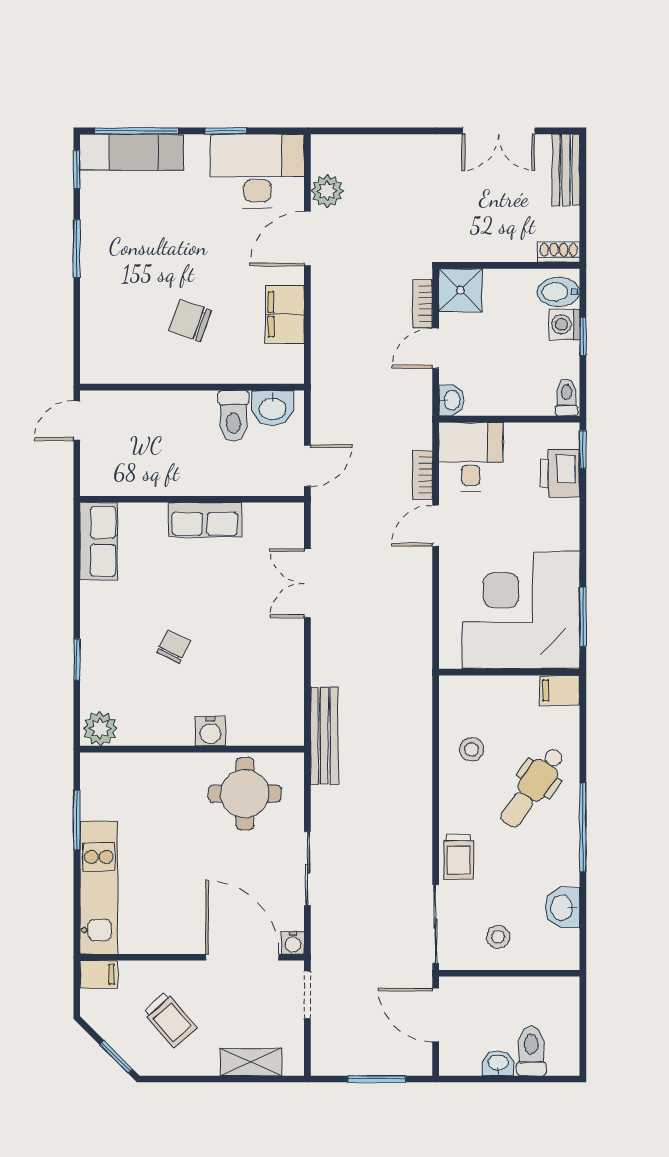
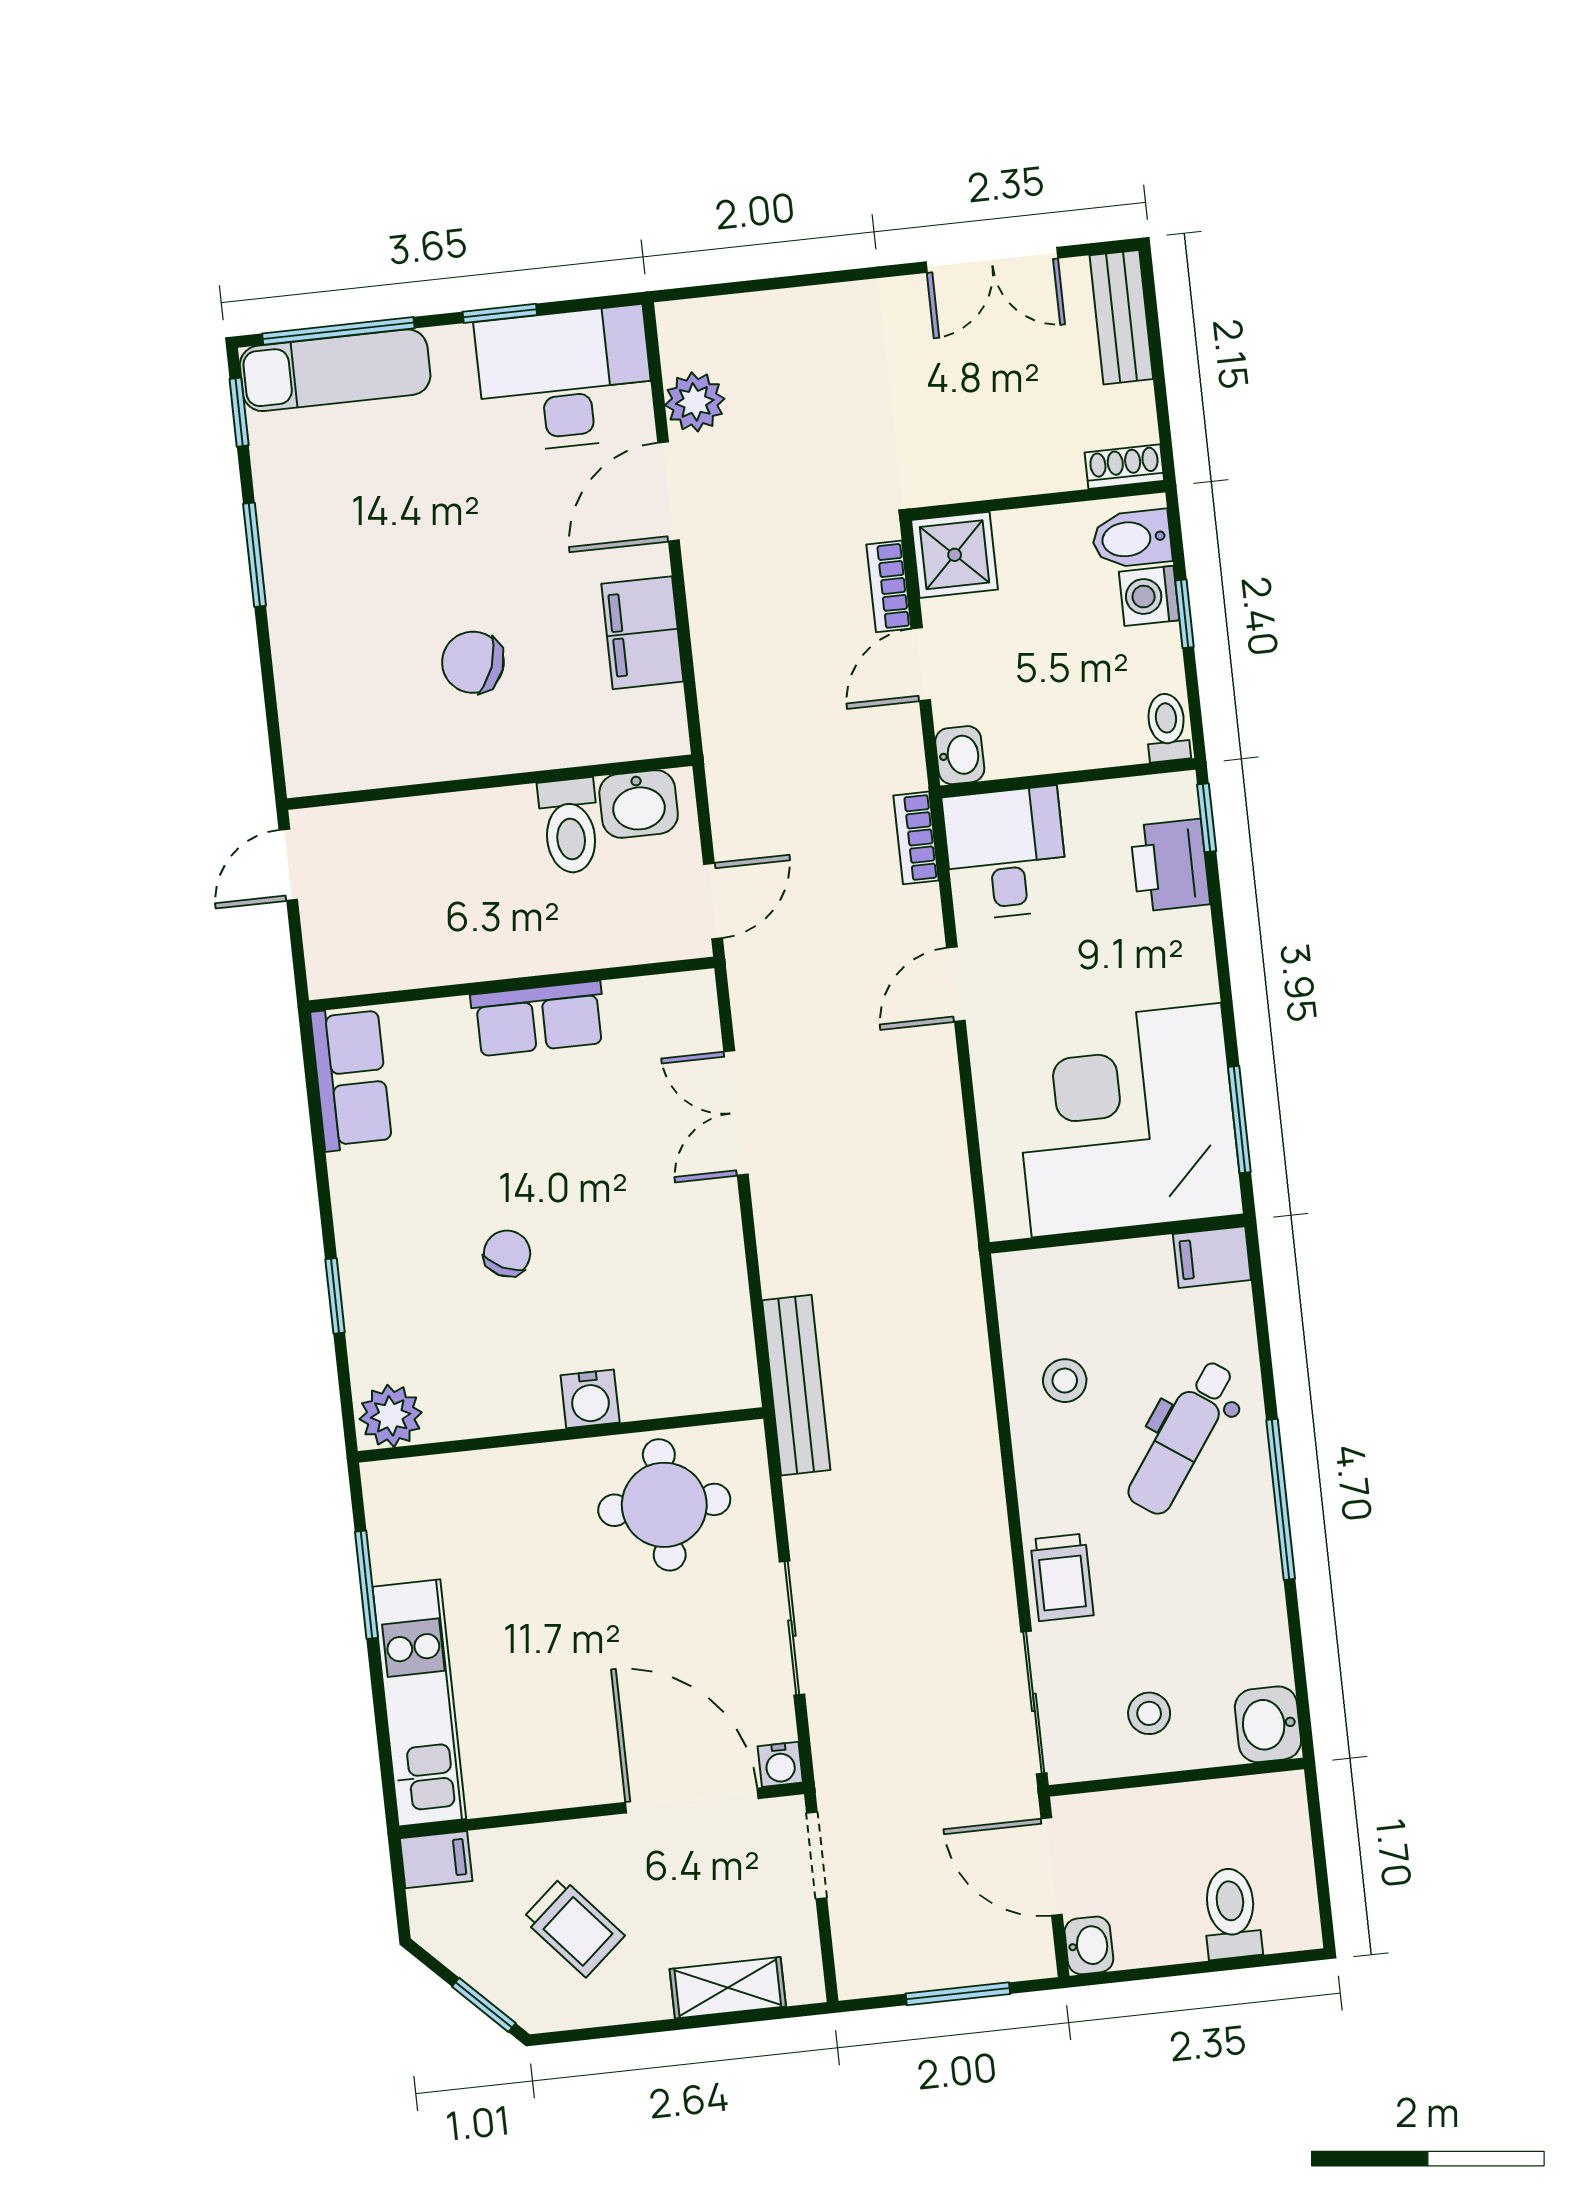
bookcase: (422, 475) -> (916, 838), moved
washbasin: (563, 908) -> (1268, 1724), moved
washbasin: (498, 1063) -> (1089, 1945), moved, turned 90

